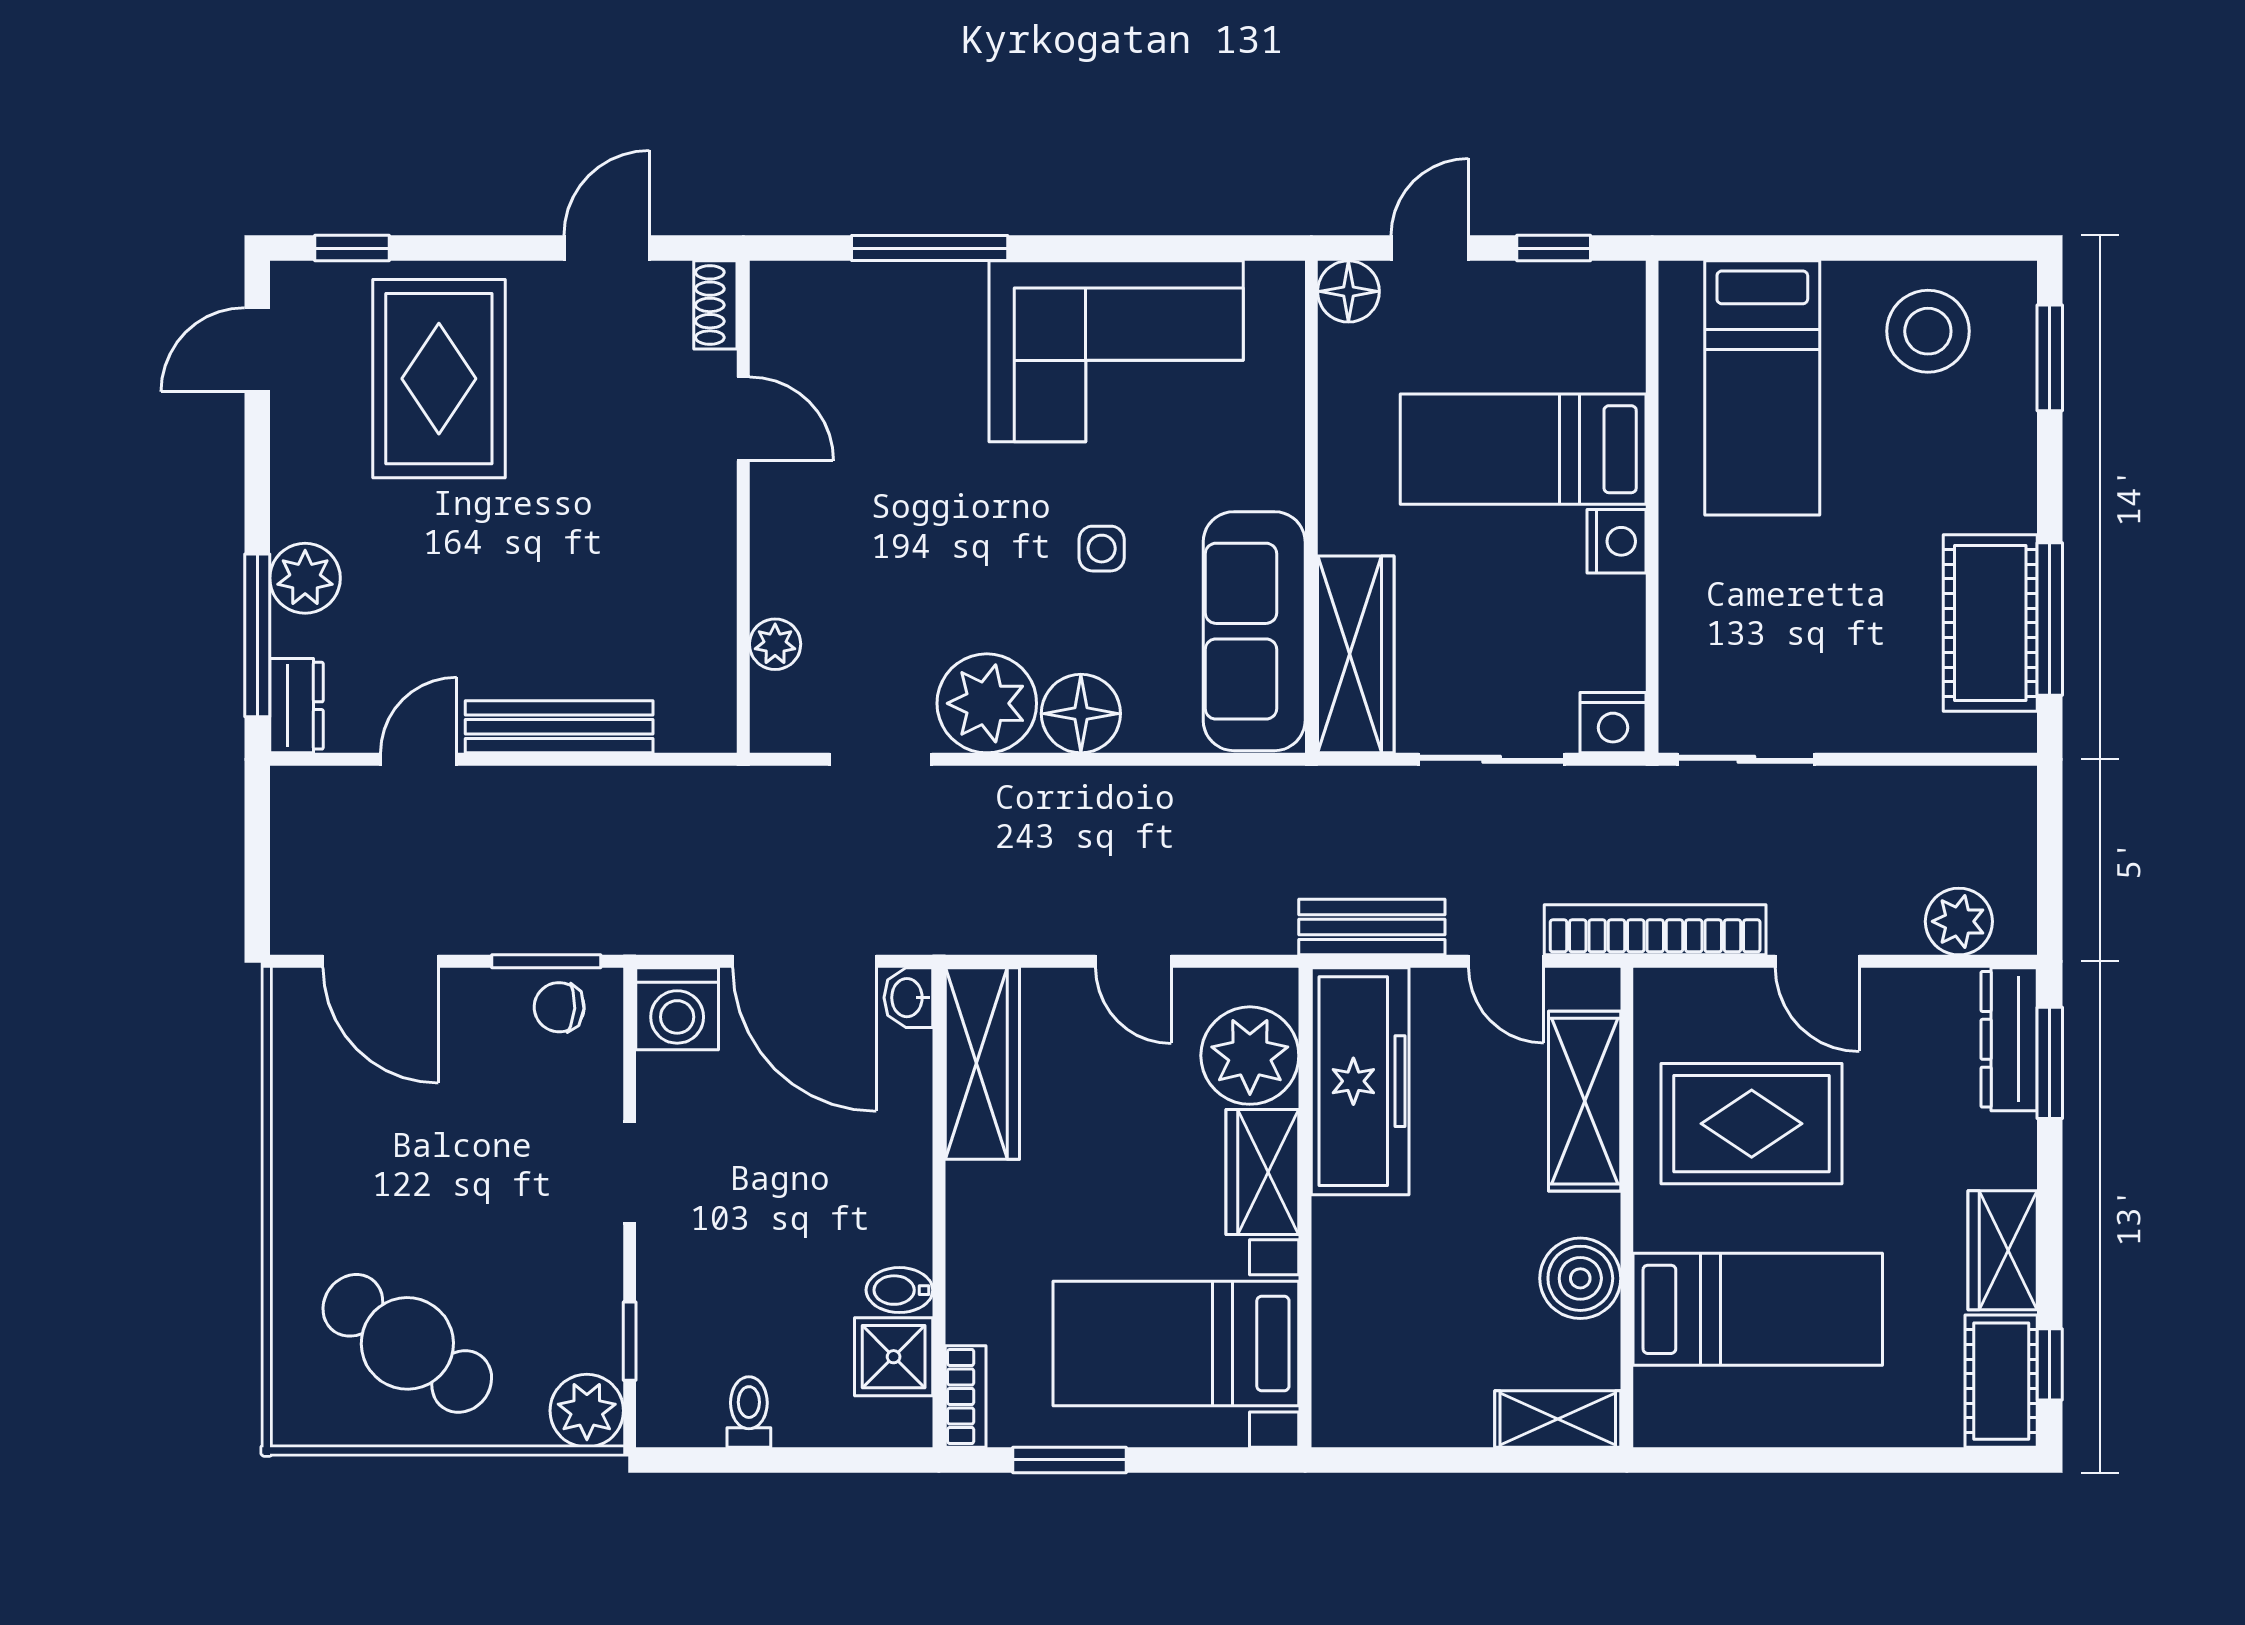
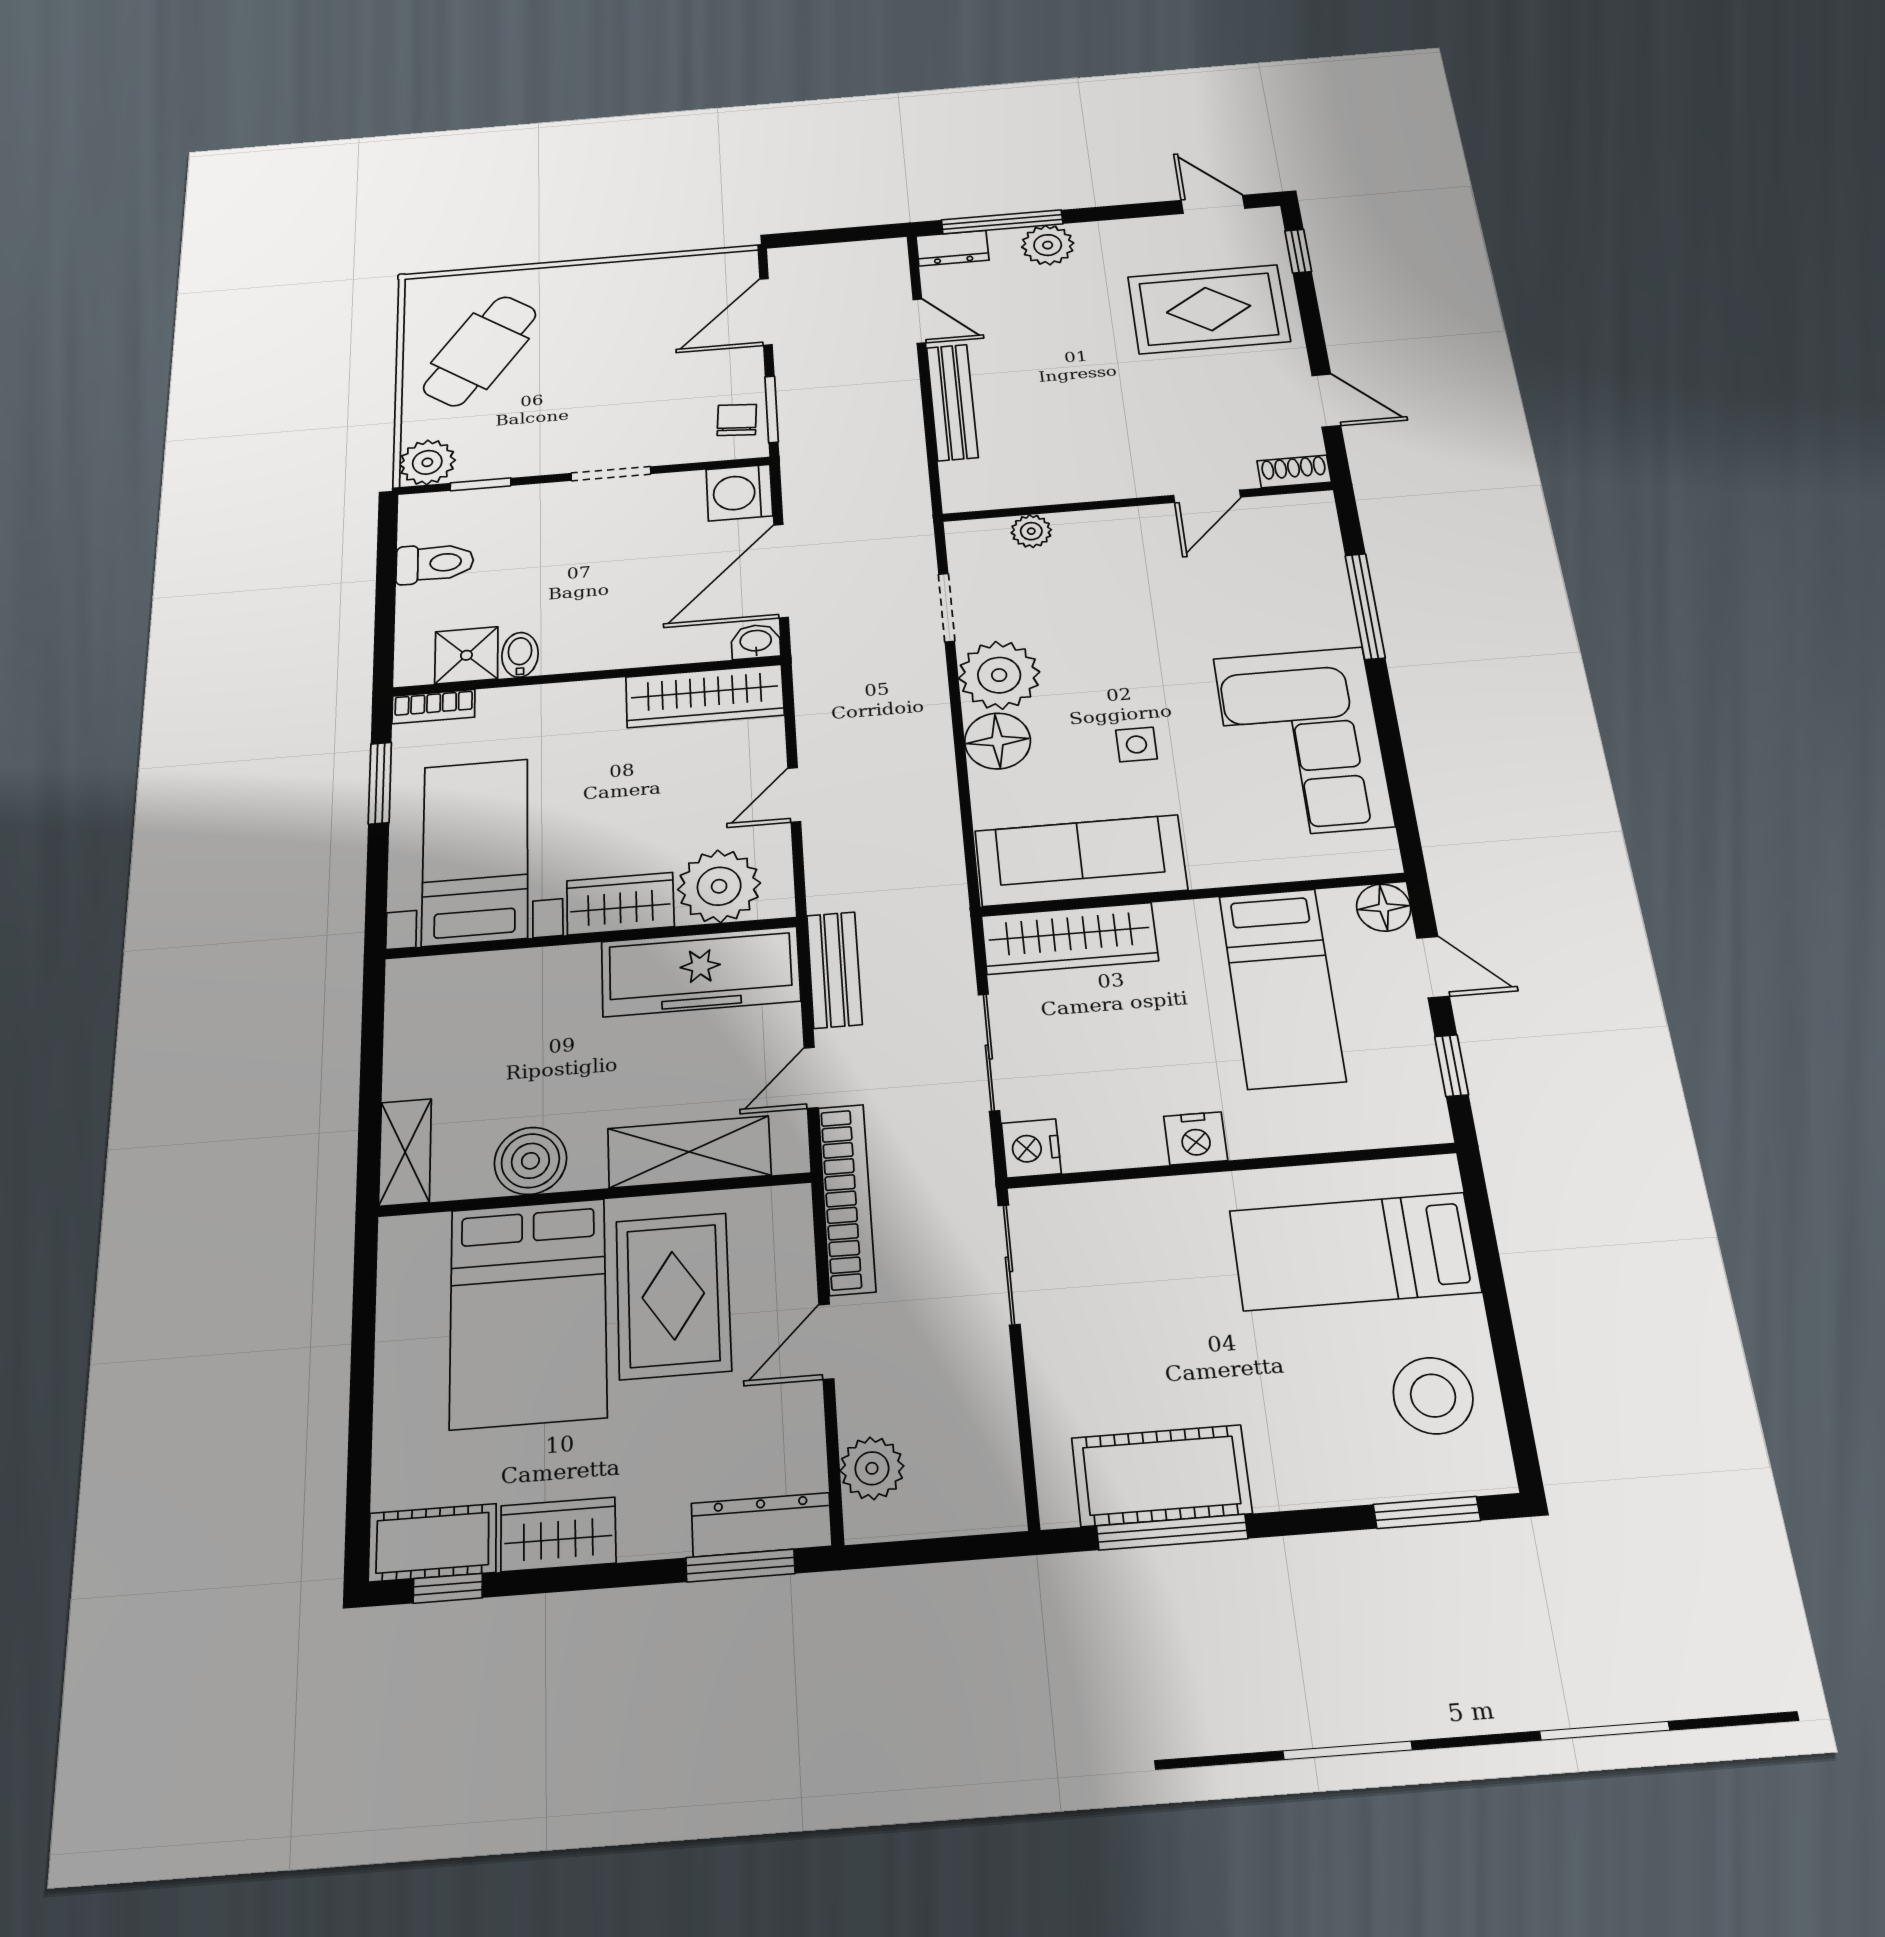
bed: (1523, 449) -> (1282, 988), moved, turned 180
bed: (1758, 1309) -> (528, 1312), width x1.50
toilet: (749, 1412) -> (435, 563), width x1.37, depth x1.39

